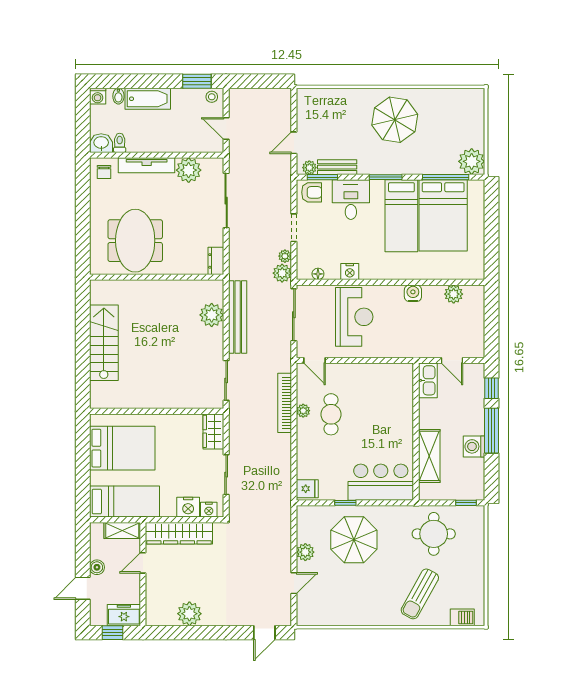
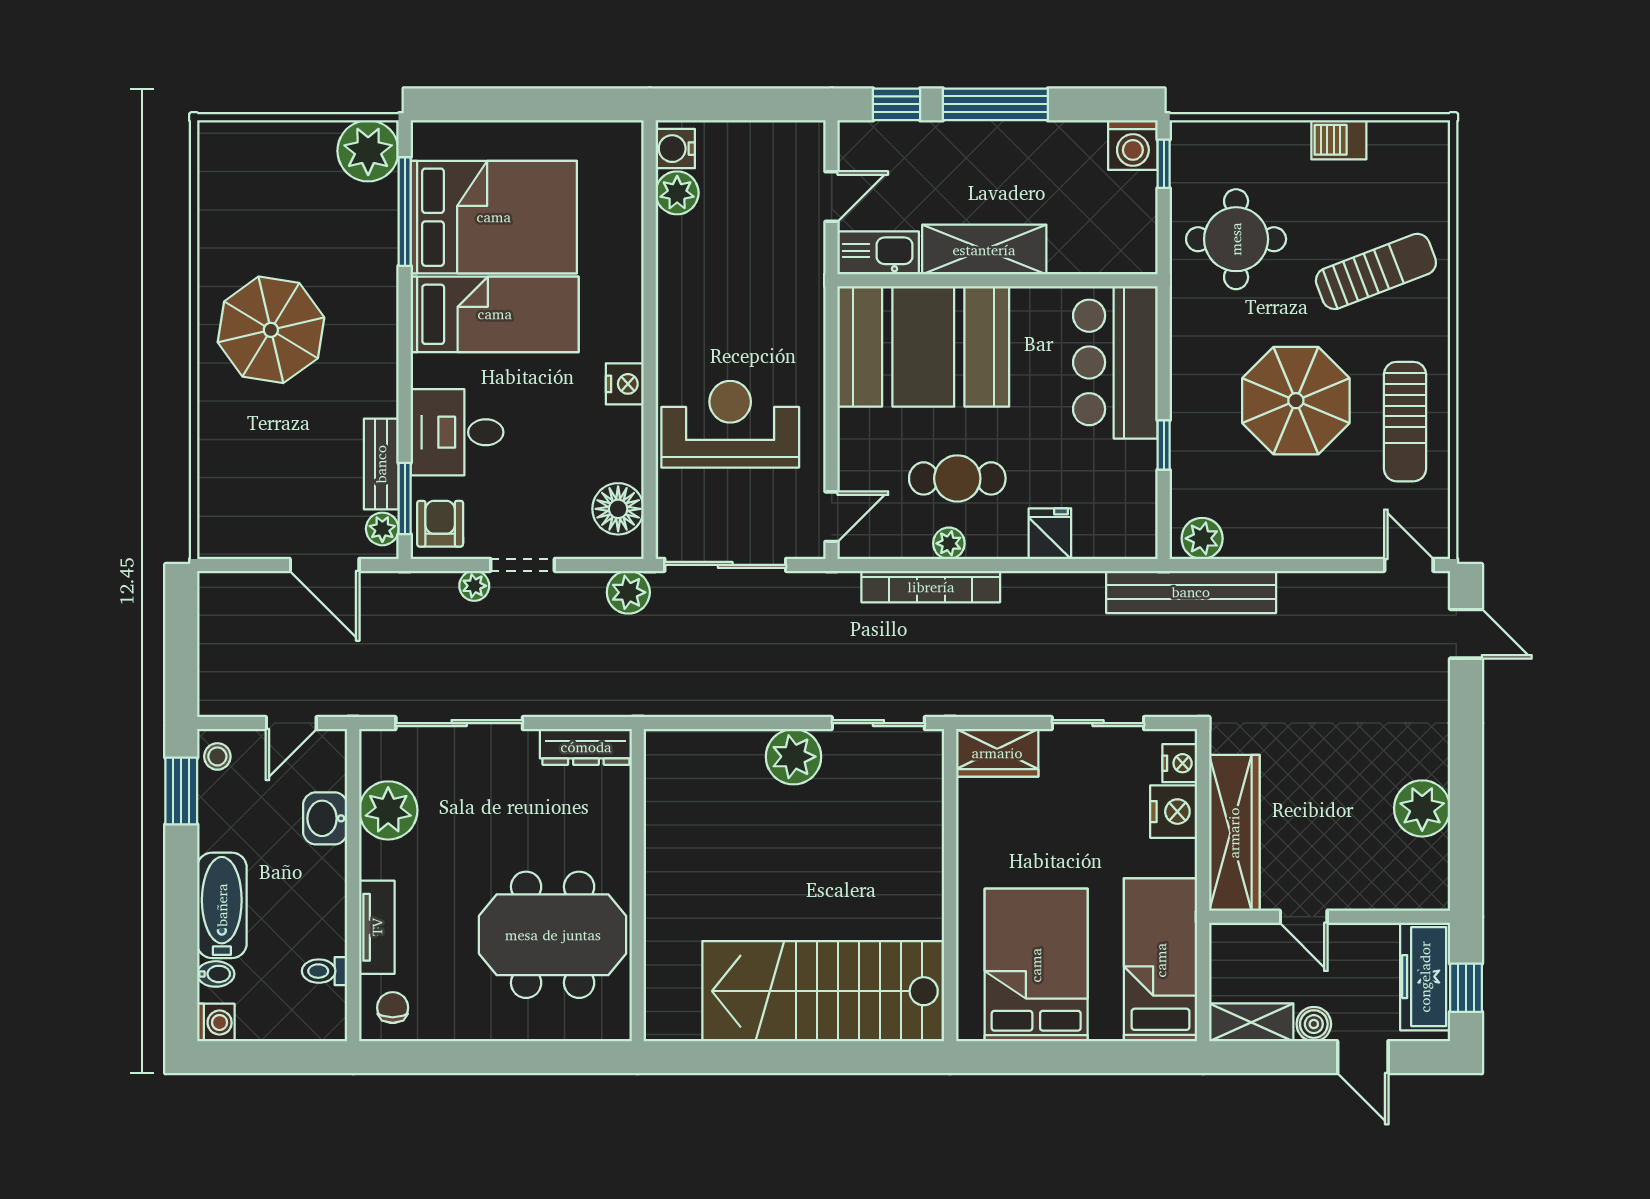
washbasin: (101, 143) -> (325, 818), moved
door: (294, 143) -> (325, 565), width x1.38
tv unit: (147, 165) -> (377, 927), width x0.71
chair: (104, 172) -> (393, 1008), turned -90
window: (386, 177) -> (405, 351), removed
plant: (285, 256) -> (474, 586), moved
dresser: (216, 261) -> (586, 747), width x1.44
nightstand: (350, 272) -> (625, 384), moved
floor lamp: (318, 274) -> (618, 509), width x1.89, depth x1.89
water cooler: (413, 293) -> (675, 149), moved
plant: (212, 315) -> (794, 757), moved
bench: (238, 317) -> (1191, 592), moved
stairs: (104, 343) -> (823, 991), width x1.36, depth x1.51
booth: (388, 400) -> (923, 346), added
washing machine: (474, 446) -> (1133, 145), moved
shelving: (429, 456) -> (984, 250), moved
fridge: (307, 489) -> (1050, 534), moved
shelving: (122, 530) -> (1251, 1022), moved, turned 90
parasol: (354, 540) -> (1296, 401), moved
plant: (305, 552) -> (1202, 538), moved
door: (294, 583) -> (1409, 565), moved
sun lounger: (420, 594) -> (1376, 271), turned -50
sun lounger: (355, 606) -> (1405, 422), added
freezer: (124, 615) -> (1425, 977), width x1.40
barbecue: (462, 617) -> (1339, 140), moved, turned -90

